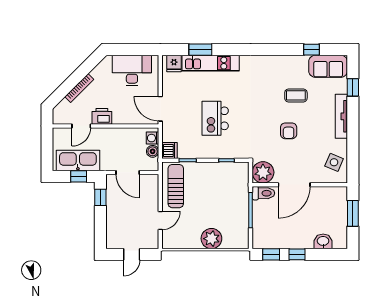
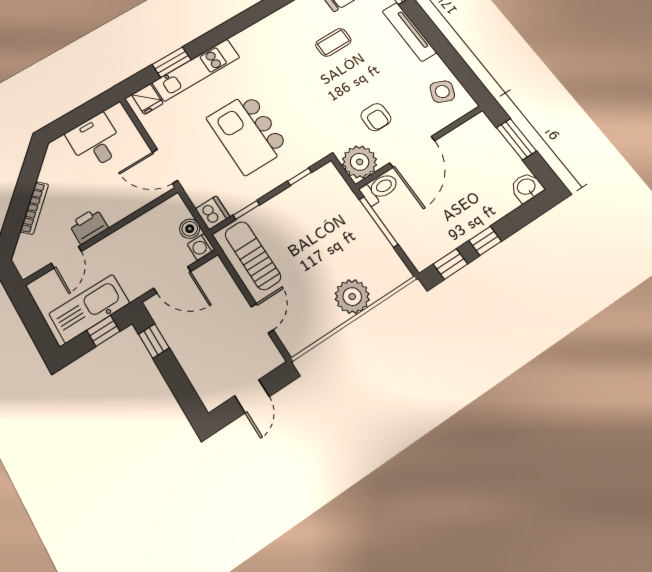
desk: (132, 70) -> (95, 141), width x0.73
kitchen island: (215, 118) -> (248, 133), width x1.37, depth x1.28
armchair: (289, 131) -> (376, 117), moved
washing machine: (152, 138) -> (201, 247), moved
washbasin: (323, 241) -> (527, 187), moved

